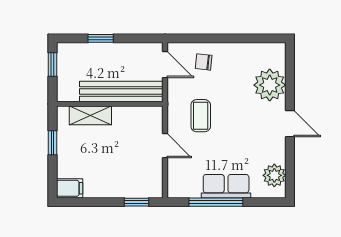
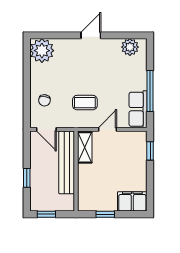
door: (165, 65) -> (46, 129), swing flipped
plant: (270, 85) -> (42, 51), moved
shelving: (90, 115) -> (85, 147), moved
row of seats: (226, 186) -> (138, 109), moved
filing cabinet: (70, 188) -> (132, 201), width x2.00

